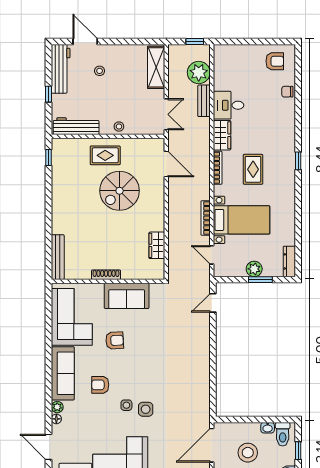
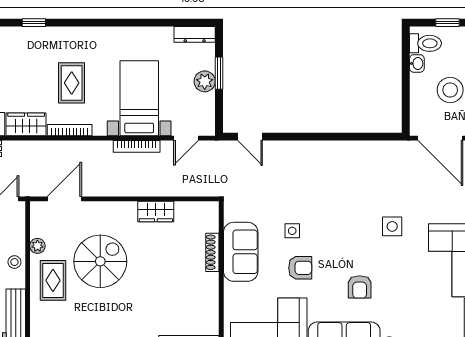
plant: (131, 144) -> (37, 246), added
window: (298, 161) -> (34, 23), moved
rug: (253, 169) -> (72, 83), turned 90
spiral stairs: (120, 191) -> (100, 261), turned -90
wardrobe: (157, 245) -> (156, 211), moved
shoe rack: (106, 275) -> (212, 252), moved
armchair: (115, 340) -> (300, 268), turned 93
side table: (126, 405) -> (292, 231), moved

